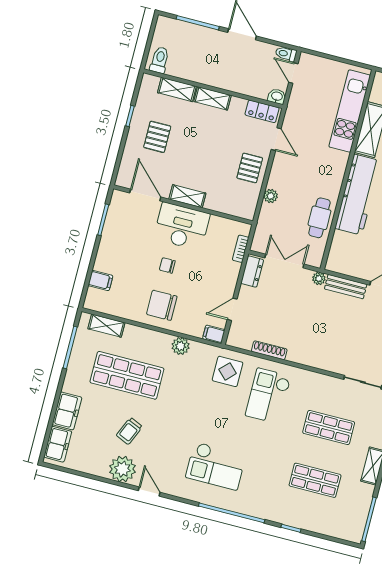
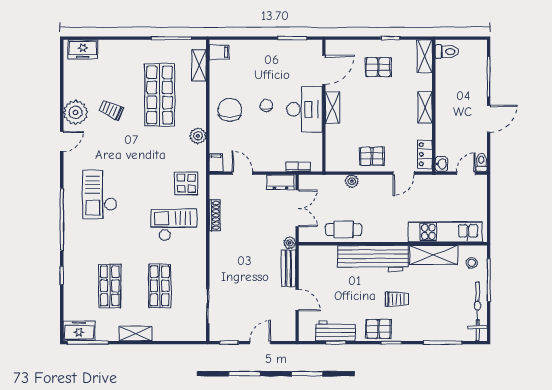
shelving: (177, 89) -> (425, 56), moved
filing cabinet: (100, 281) -> (219, 52), moved, turned -90
freezer: (67, 411) -> (79, 331), moved, turned 180

